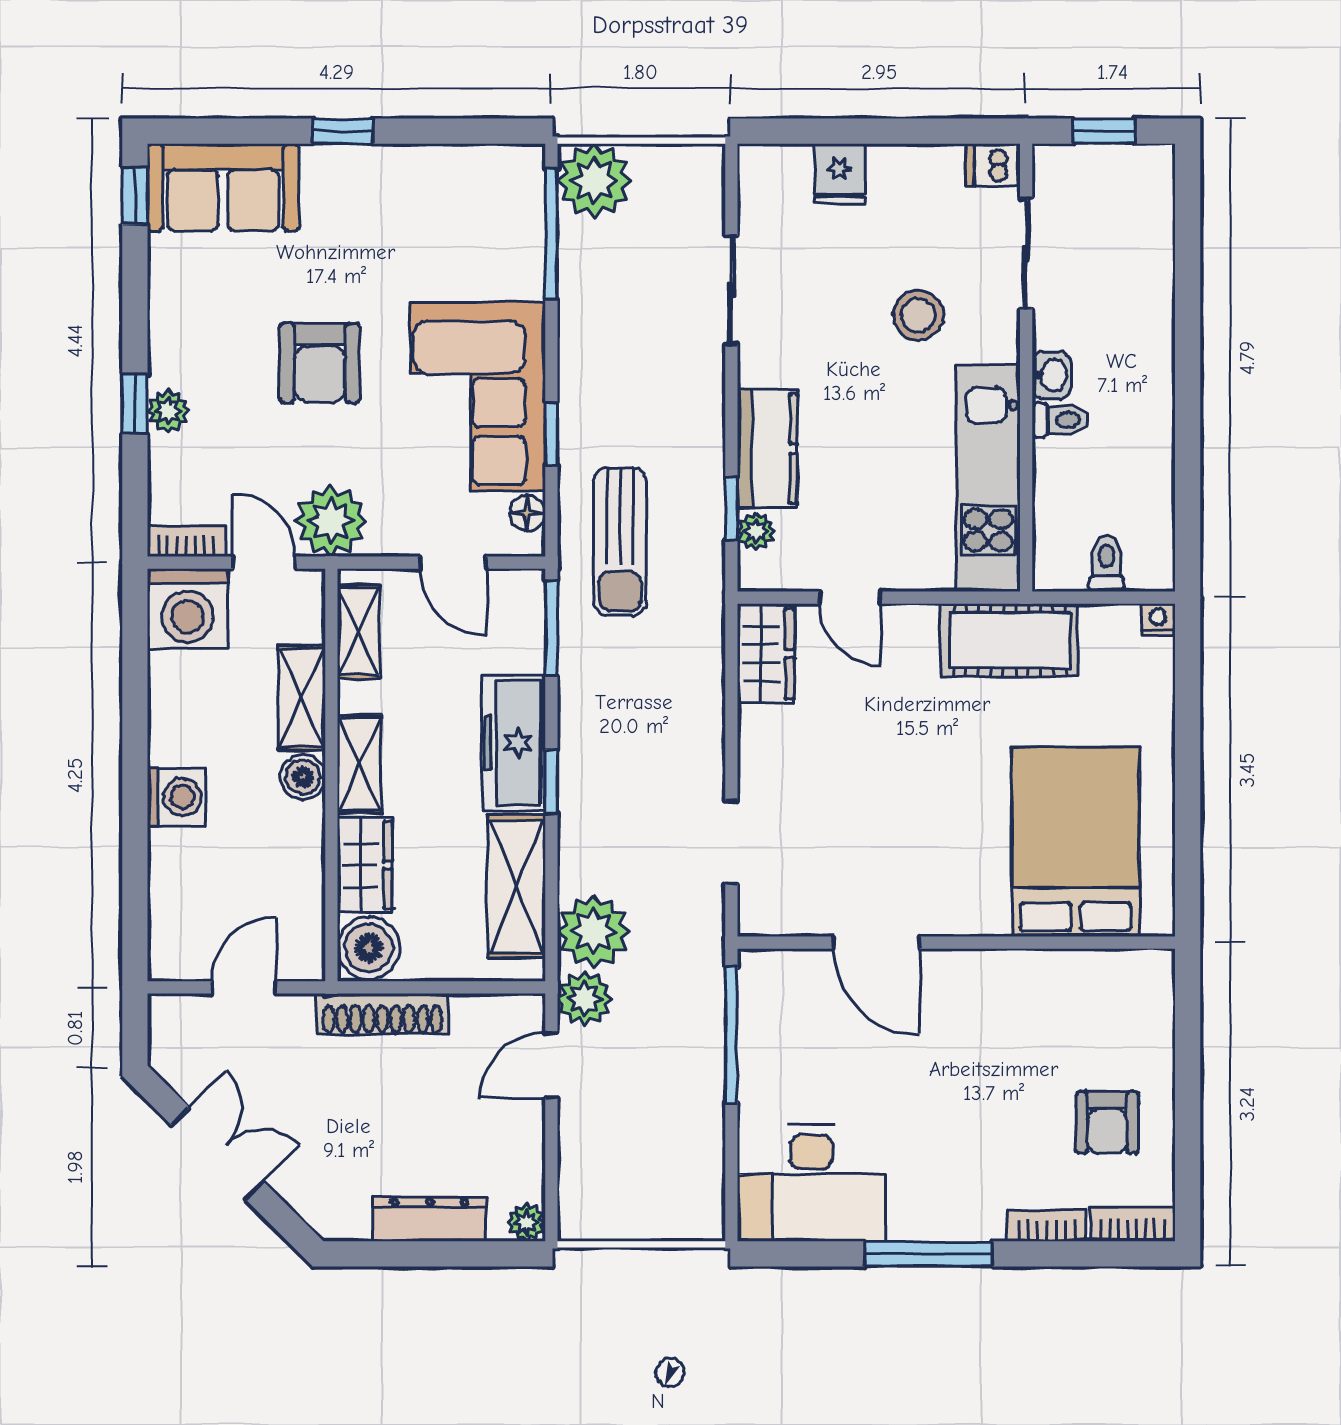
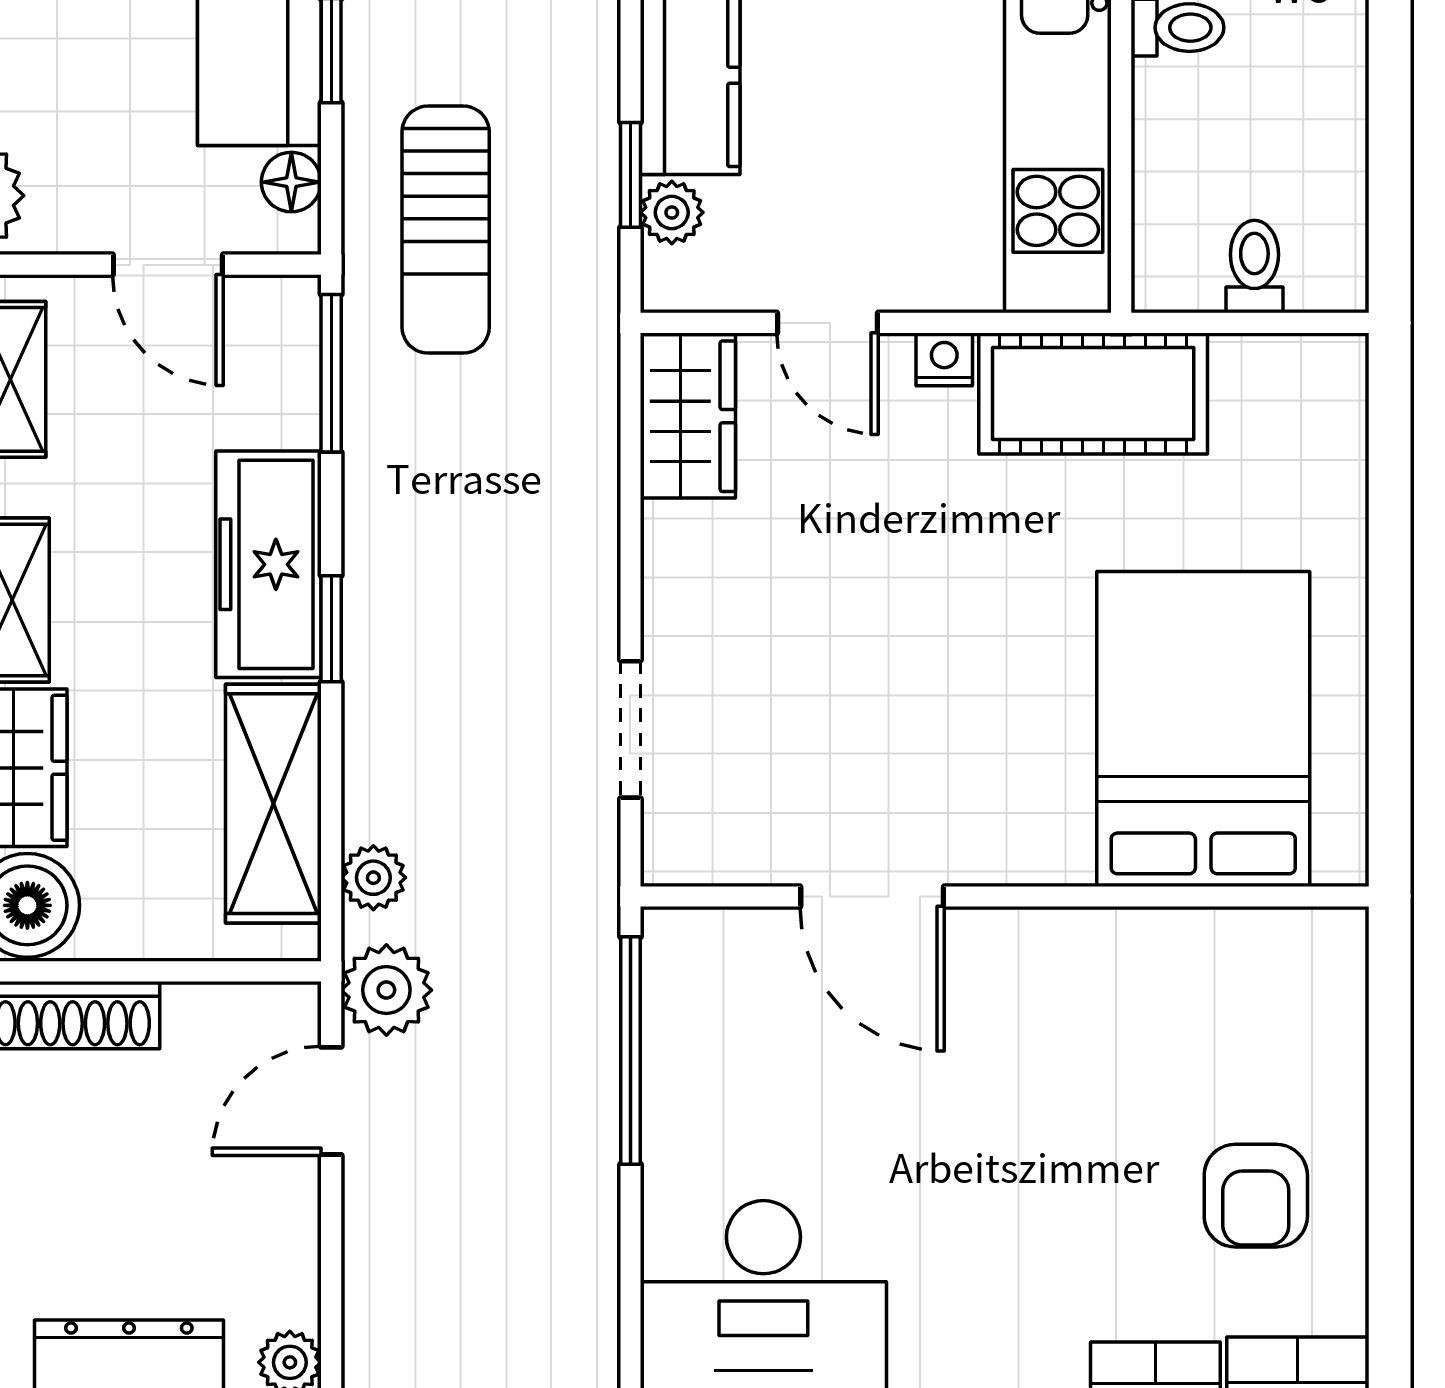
nightstand: (1158, 619) -> (944, 359), moved
plant: (594, 931) -> (373, 878), width x0.53, depth x0.53

